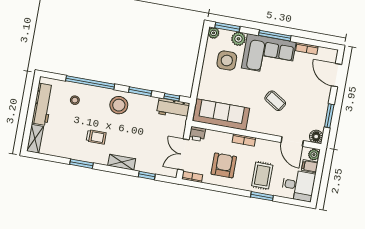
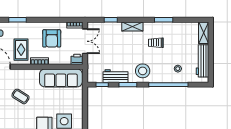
workbench: (173, 108) -> (115, 76), moved
rug: (262, 176) -> (21, 50), moved

